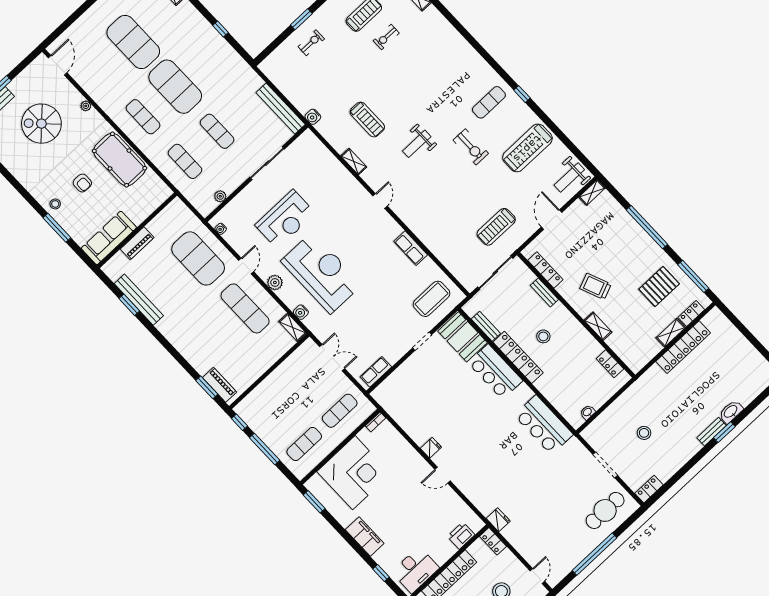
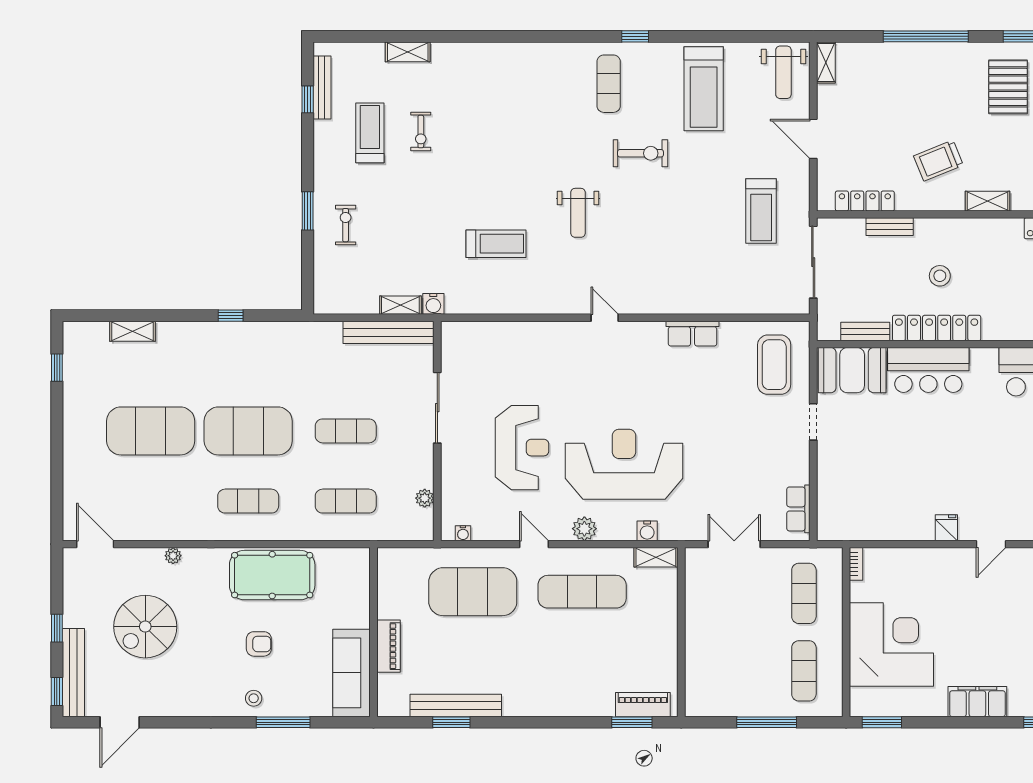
shelving: (354, 161) -> (400, 305), moved
window: (240, 422) -> (708, 722), removed

